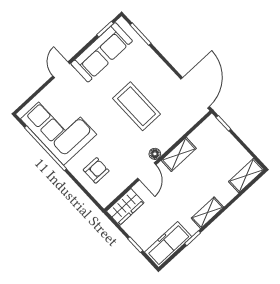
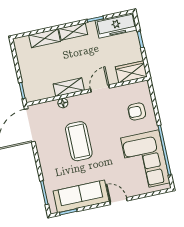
door: (61, 70) -> (118, 201), swing flipped
floor lamp: (155, 154) -> (63, 103), moved
shelving: (246, 176) -> (45, 38), moved

